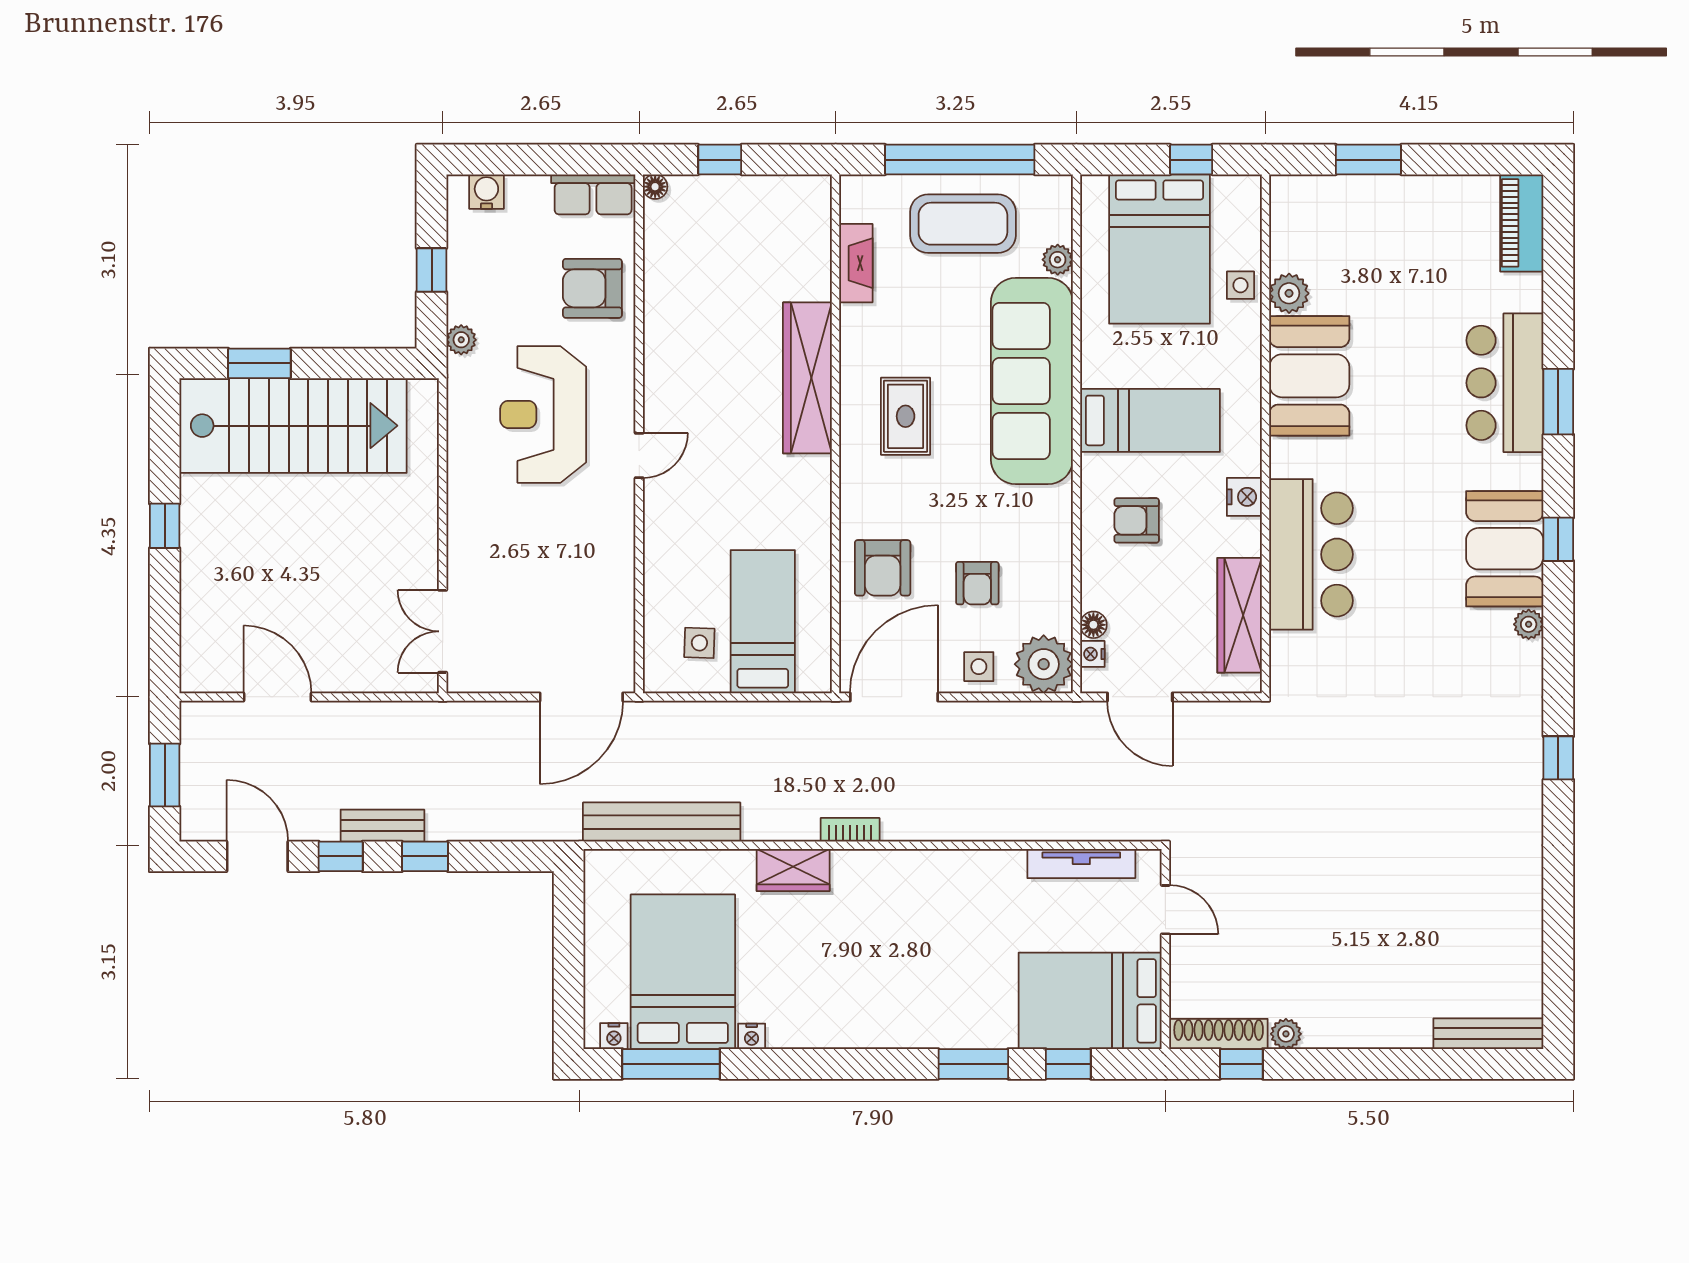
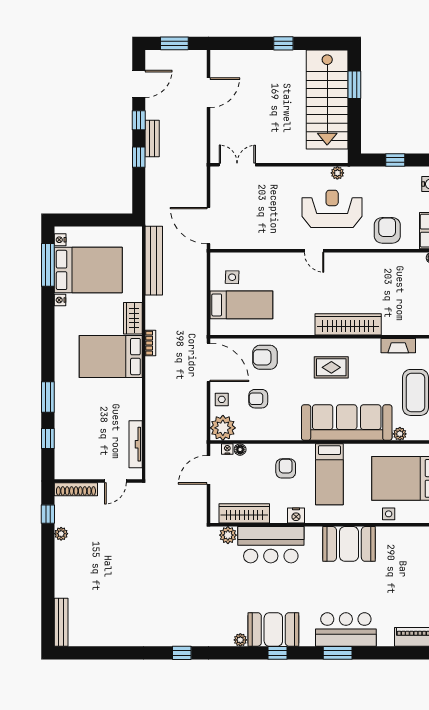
plant: (1289, 293) -> (228, 535), moved
plant: (461, 340) -> (337, 173), moved
bed: (1090, 1001) -> (111, 357), moved, turned -90
shoe rack: (1219, 1034) -> (76, 489), moved, turned 90

